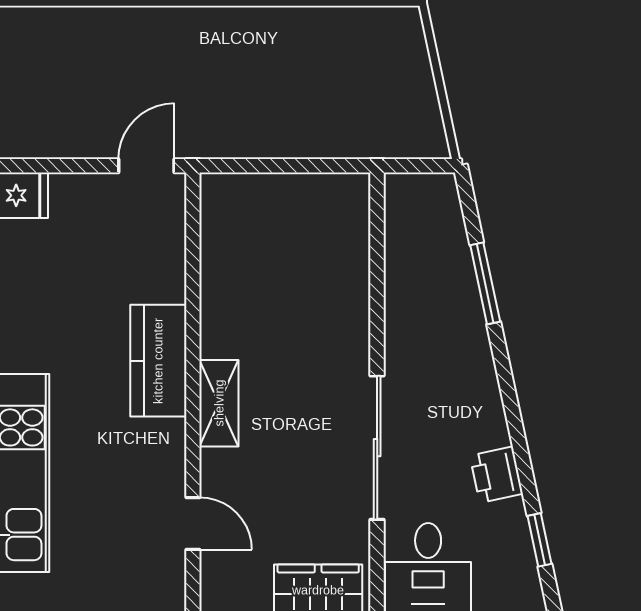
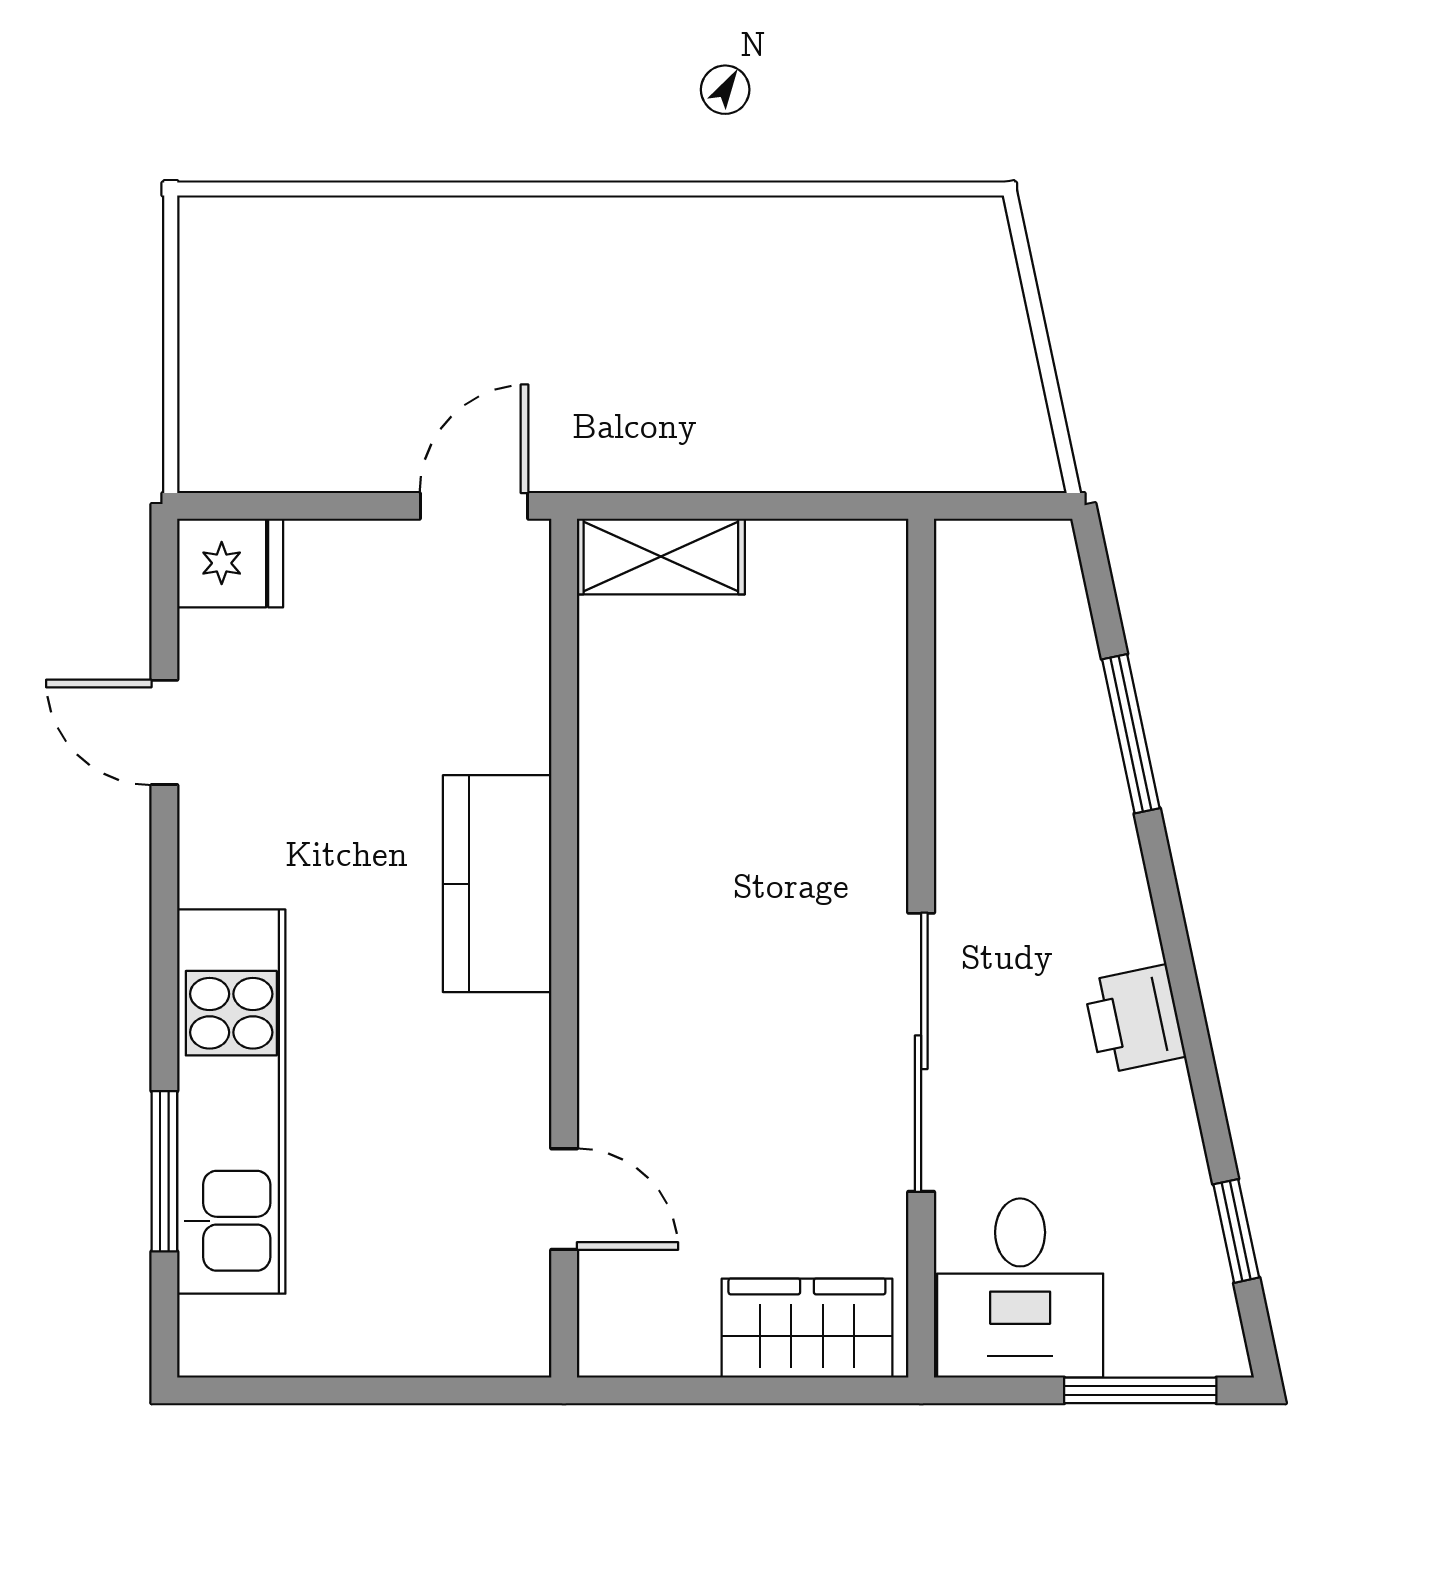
shelving: (219, 403) -> (661, 556), moved, turned 90
printer: (496, 475) -> (1134, 1019), moved

